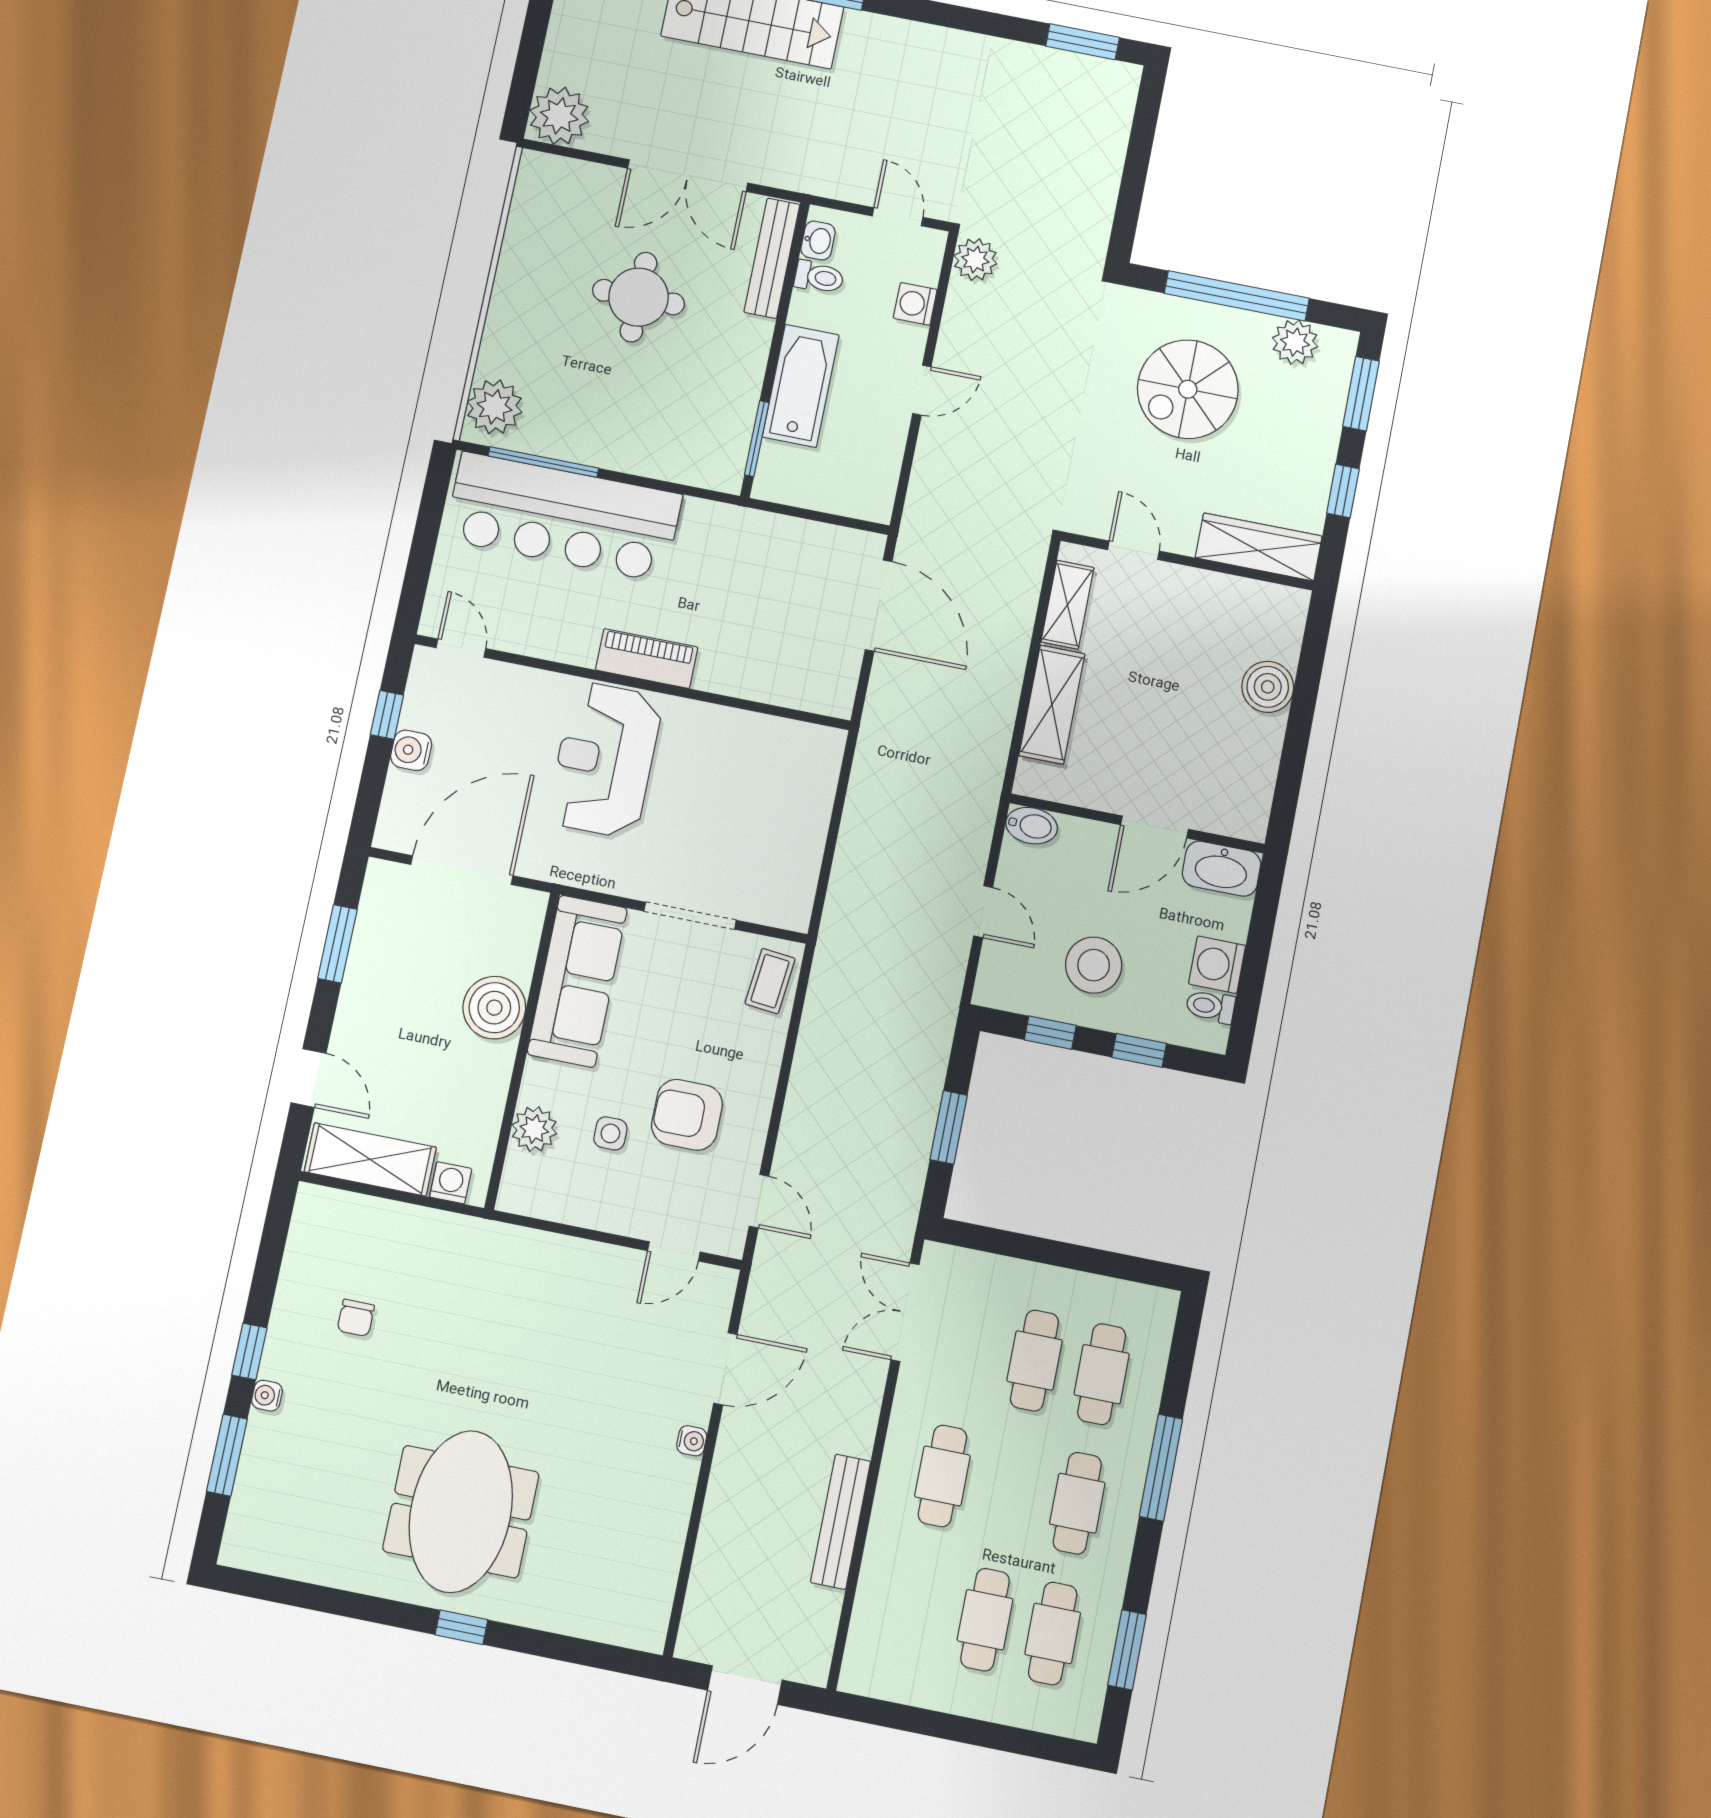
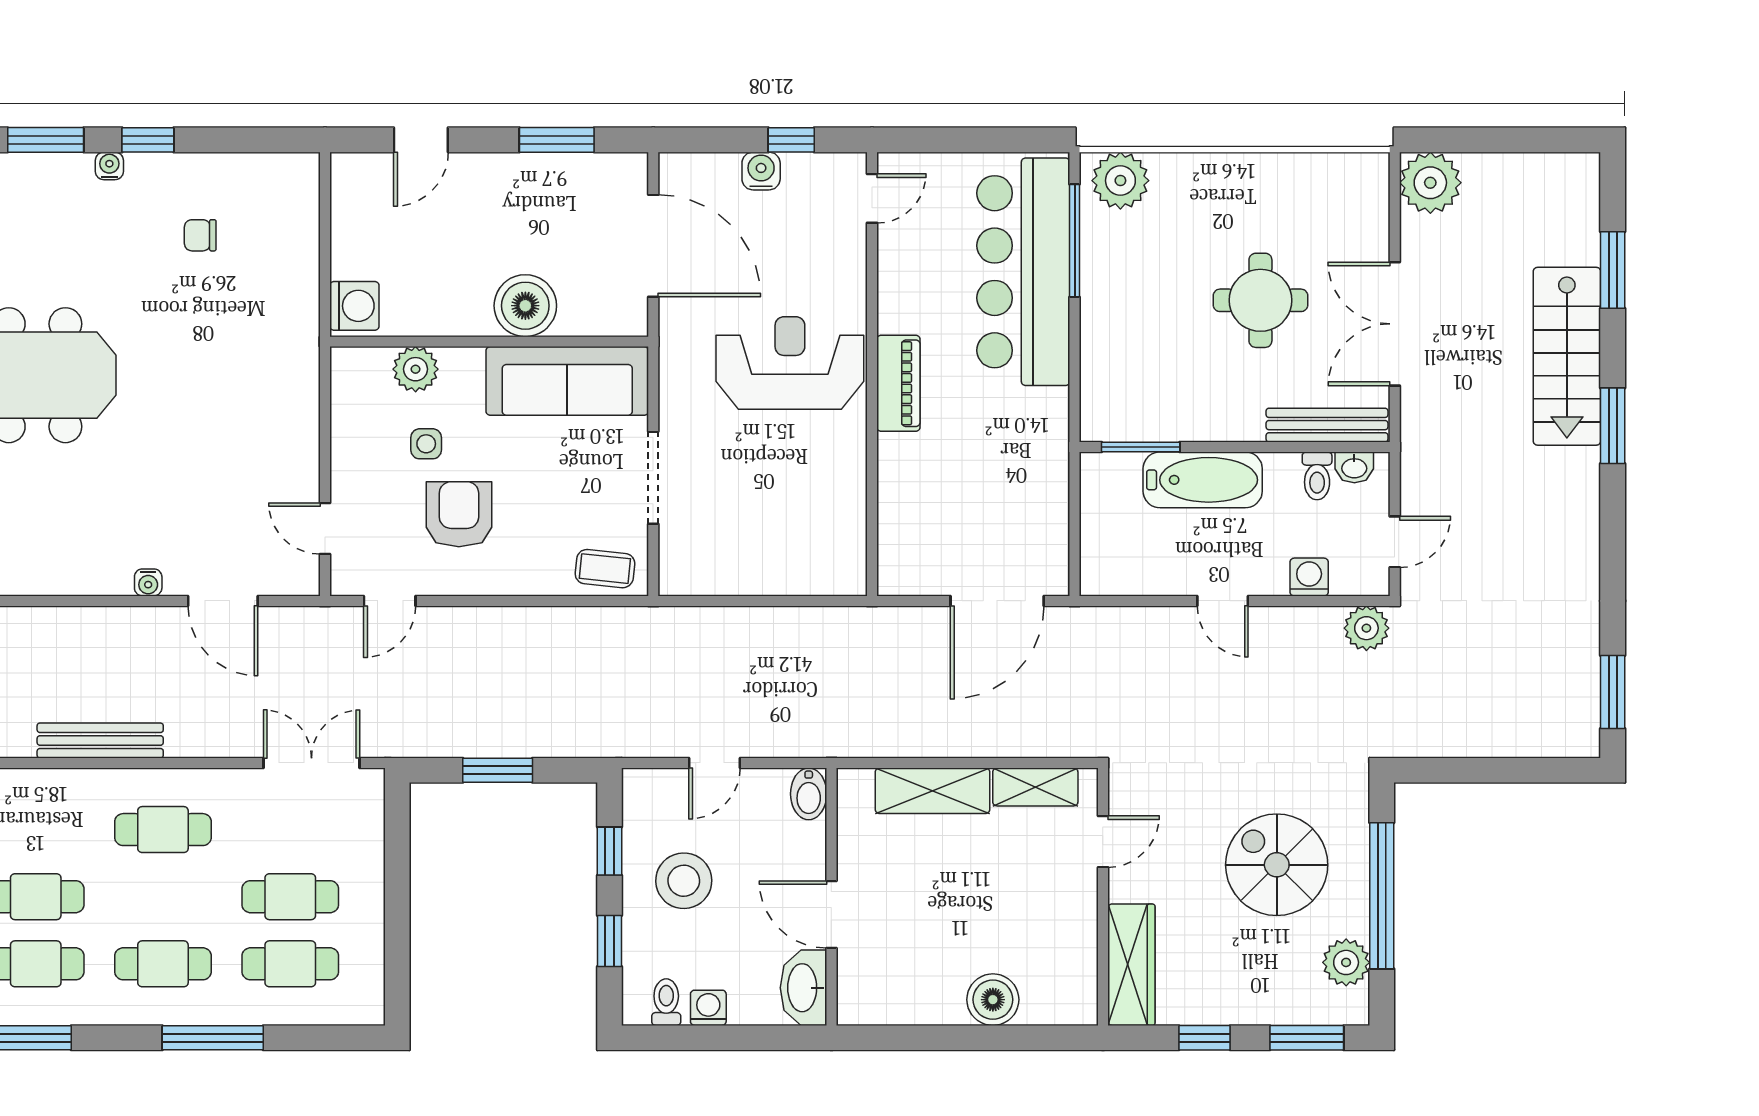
washing machine: (1217, 965) -> (708, 1008), width x0.73, depth x0.73
shelving: (370, 1159) -> (355, 217), removed
washing machine: (451, 1183) -> (354, 306), width x1.38, depth x1.38

